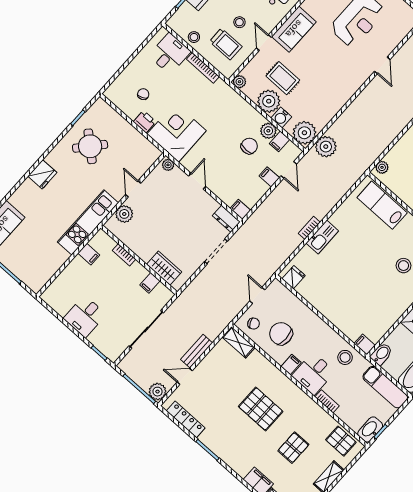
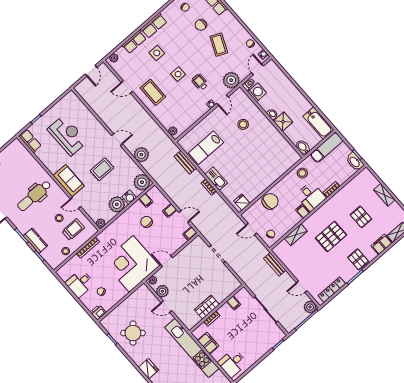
desk: (170, 54) -> (80, 283), moved, turned -90
door: (382, 65) -> (117, 140), moved
rug: (283, 78) -> (102, 169), moved
printer: (145, 122) -> (98, 312), moved
plant: (268, 131) -> (137, 207), removed
corner desk: (177, 132) -> (131, 264), width x1.36, depth x1.36
plant: (326, 147) -> (141, 155), moved
door: (289, 170) -> (184, 217), moved
bench: (340, 191) -> (185, 162), added
lab bench: (382, 205) -> (206, 148), moved
plant: (124, 214) -> (162, 291), moved
dresser: (226, 219) -> (195, 244), removed
kitchen unit: (88, 222) -> (192, 348), width x1.36
filing cabinet: (89, 254) -> (208, 343), width x2.00
wardrobe: (164, 268) -> (207, 307), moved
desk: (85, 316) -> (232, 363), moved, turned 90
chair: (281, 334) -> (270, 201), moved, turned 180
shelving: (238, 342) -> (296, 235), moved
filing cabinet: (365, 344) -> (295, 158), removed
bench: (197, 351) -> (275, 264), moved
door: (185, 376) -> (302, 287), hinge flipped
pallet: (341, 441) -> (358, 259), moved, turned 90

